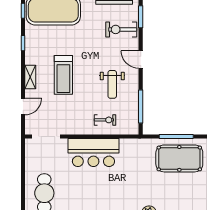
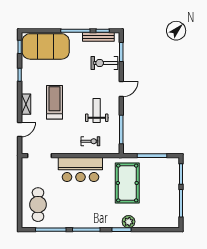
door: (141, 60) -> (121, 89), swing flipped
treadmill: (63, 75) -> (54, 102), turned 180
weight bench: (112, 84) -> (97, 110), turned 180
pool table: (179, 158) -> (127, 183), moved, turned 90

